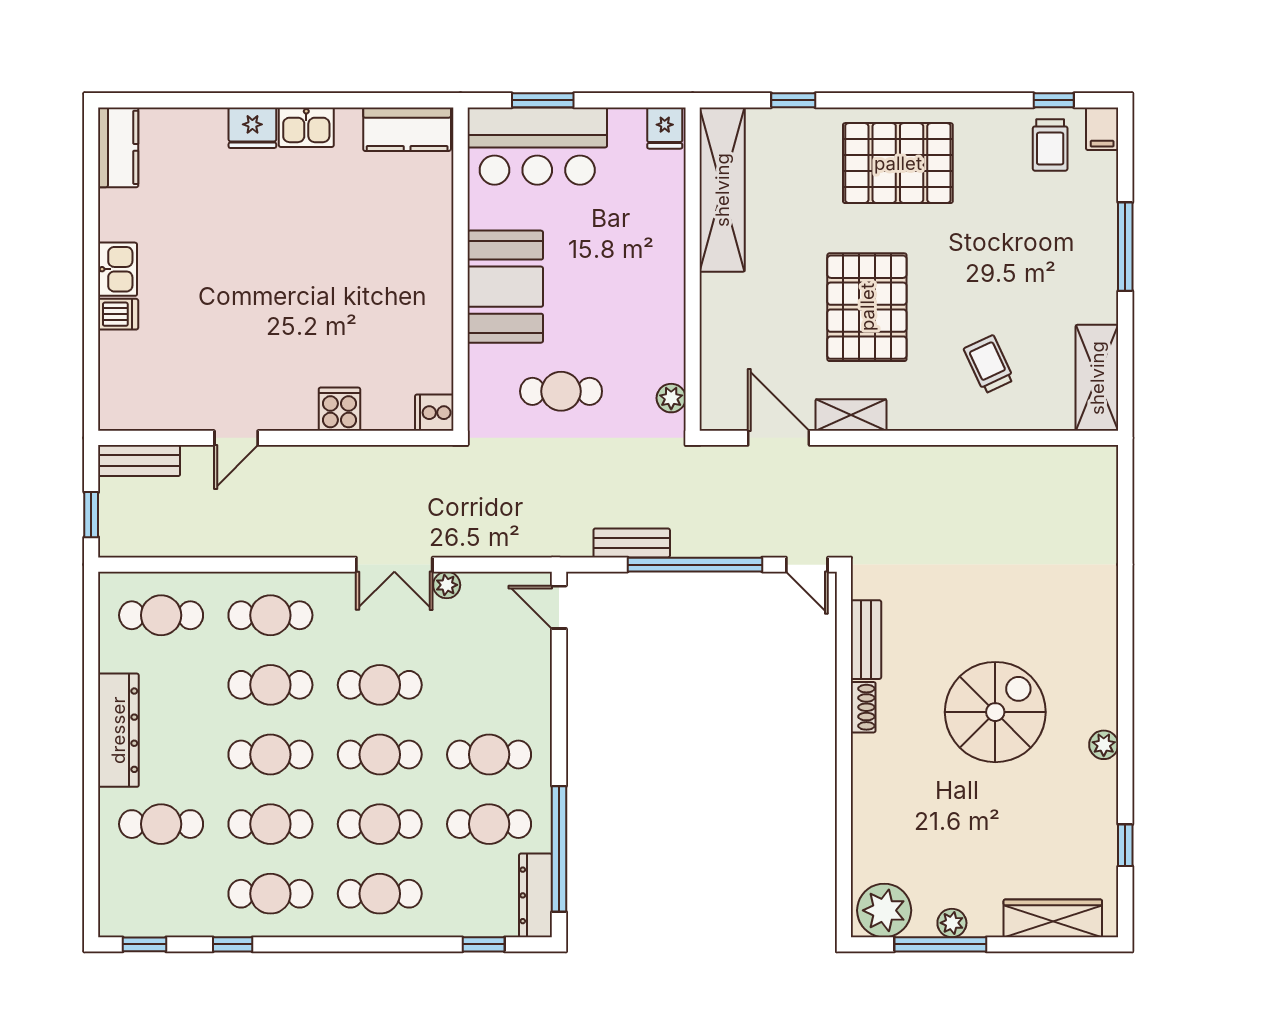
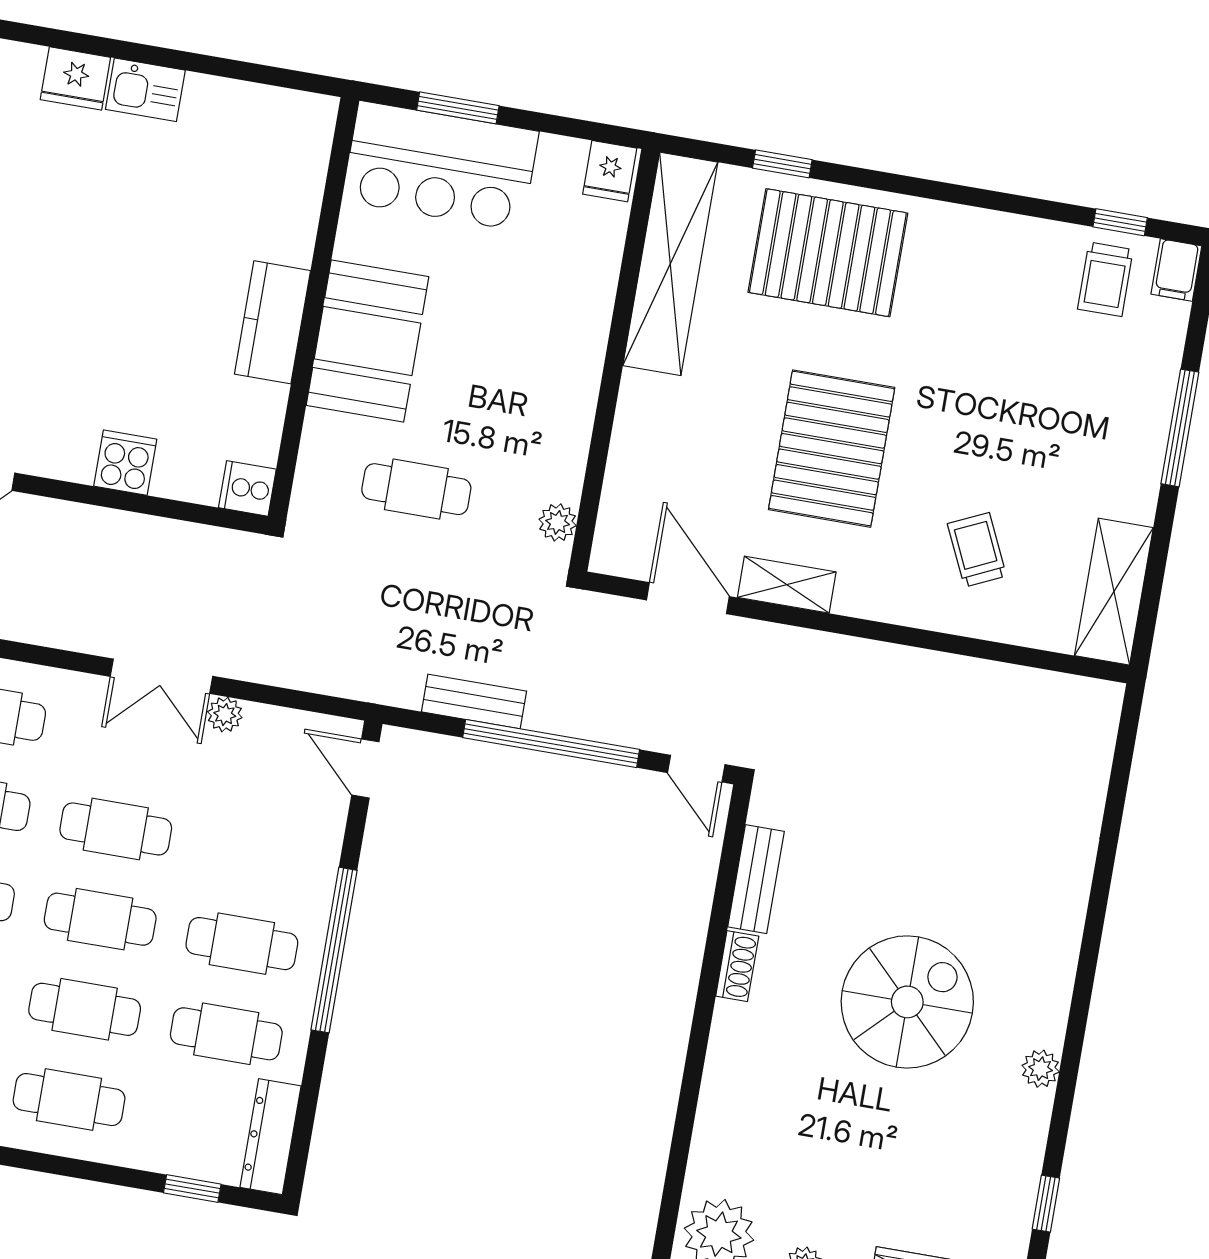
kitchen counter: (407, 129) -> (272, 322), moved, turned 90
pallet: (898, 163) -> (828, 253), moved
window: (559, 849) -> (334, 950), moved

